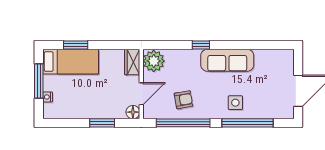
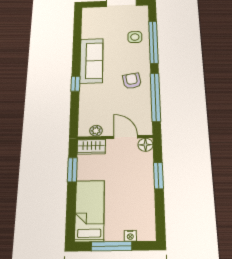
window: (76, 45) -> (72, 170), moved
plant: (154, 61) -> (96, 131), width x0.53, depth x0.53
armchair: (183, 100) -> (132, 81), moved
side table: (235, 103) -> (135, 37), moved

